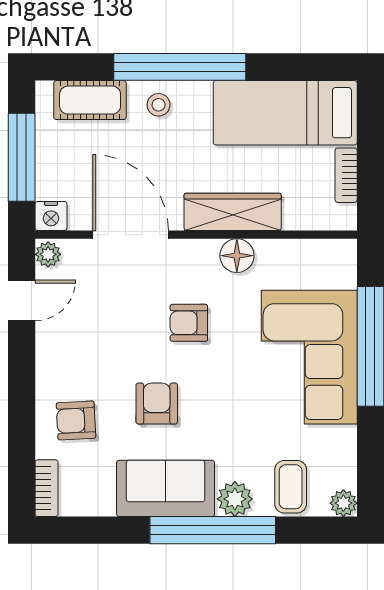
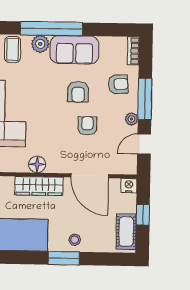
window: (180, 67) -> (64, 258), width x0.47
cot: (90, 100) -> (126, 232), moved, turned 90
window: (22, 157) -> (143, 215), width x0.46
plant: (48, 254) -> (131, 119), moved
armchair: (189, 323) -> (87, 126), moved, turned -90
window: (22, 392) -> (145, 99), added

